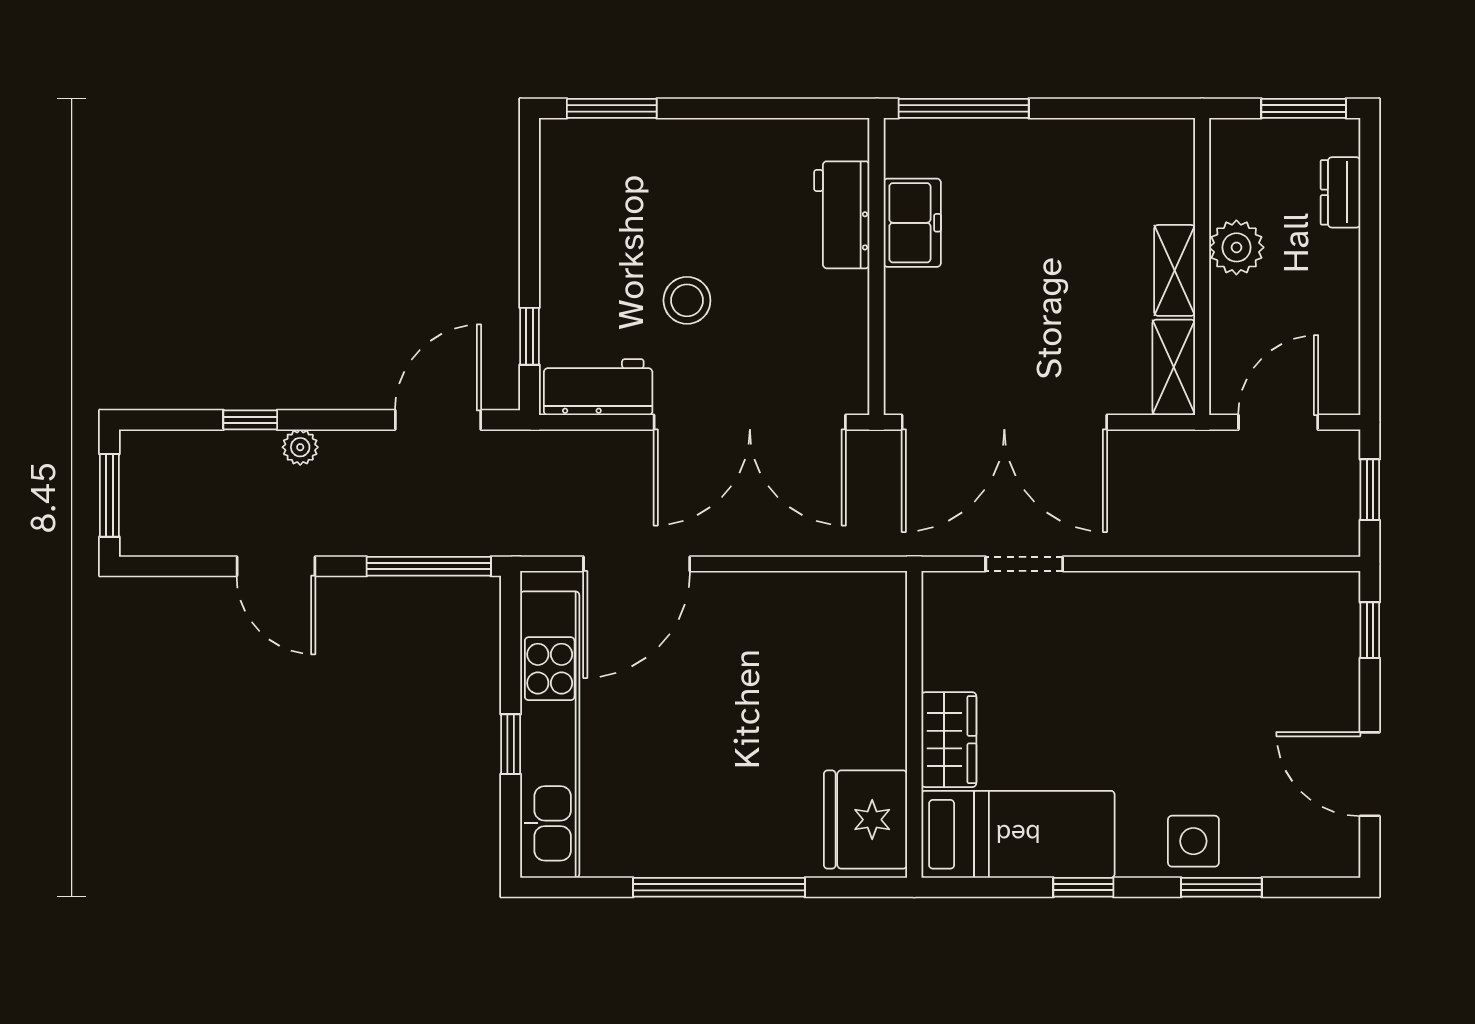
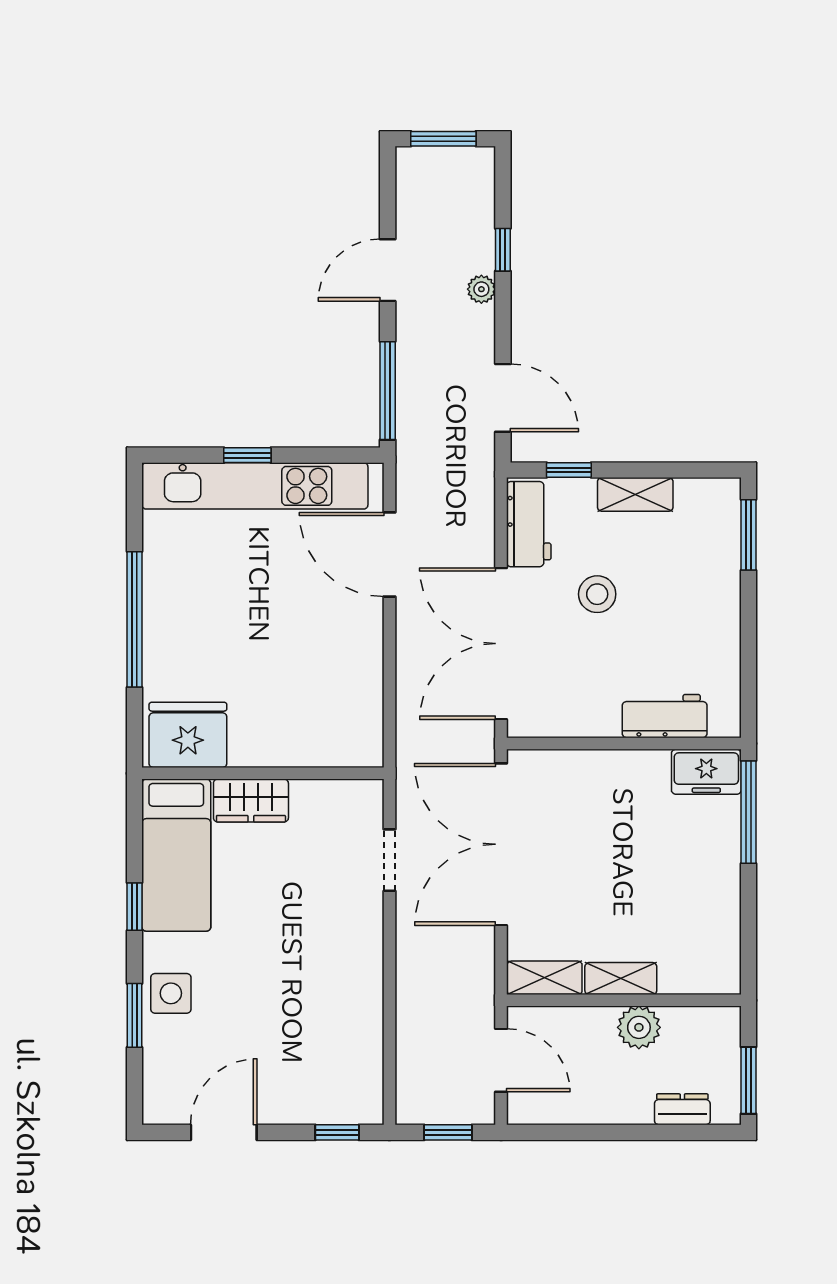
freezer: (912, 223) -> (706, 772), moved
shelving: (560, 252) -> (635, 494), added

